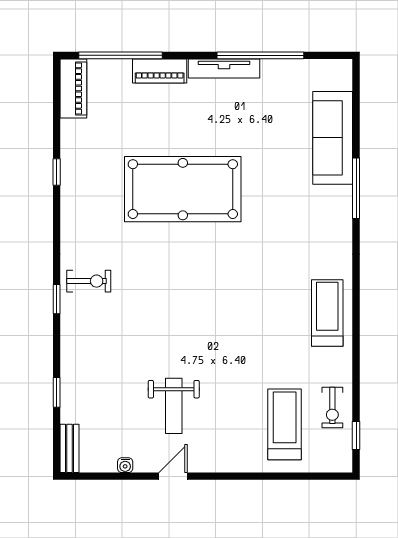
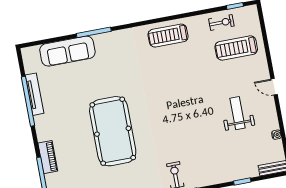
tv unit: (224, 69) -> (35, 94), moved
weight bench: (174, 406) -> (237, 113), turned -90
door: (173, 476) -> (274, 87), moved

